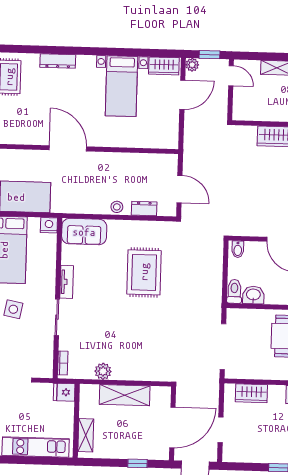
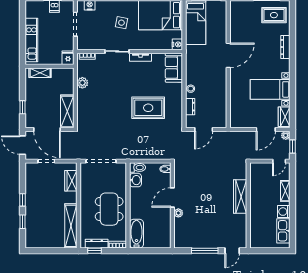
door: (182, 95) -> (266, 129), hinge flipped
shelving: (125, 395) -> (67, 111), moved

